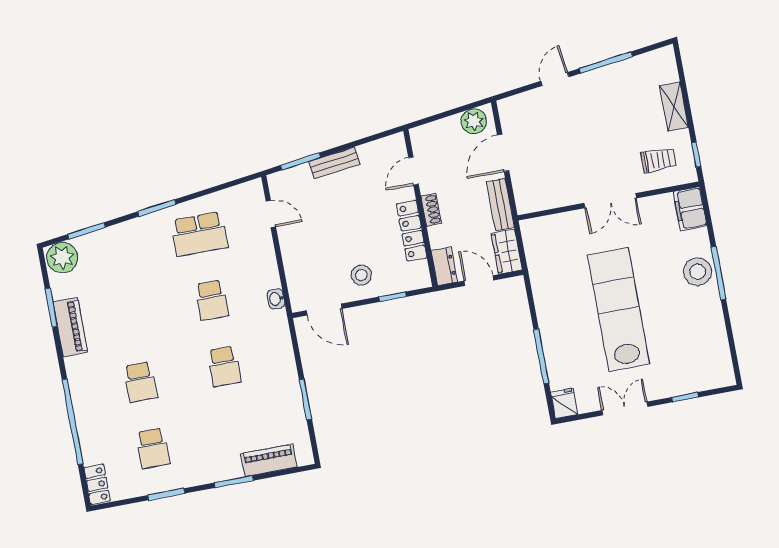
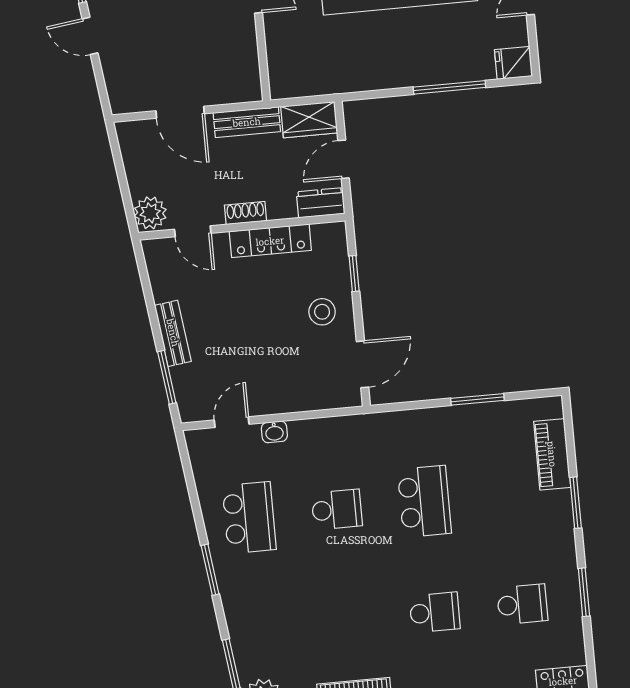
plant: (474, 121) -> (150, 213), moved
washbasin: (276, 299) -> (274, 432), moved
school desk: (224, 366) -> (424, 501), width x1.85

